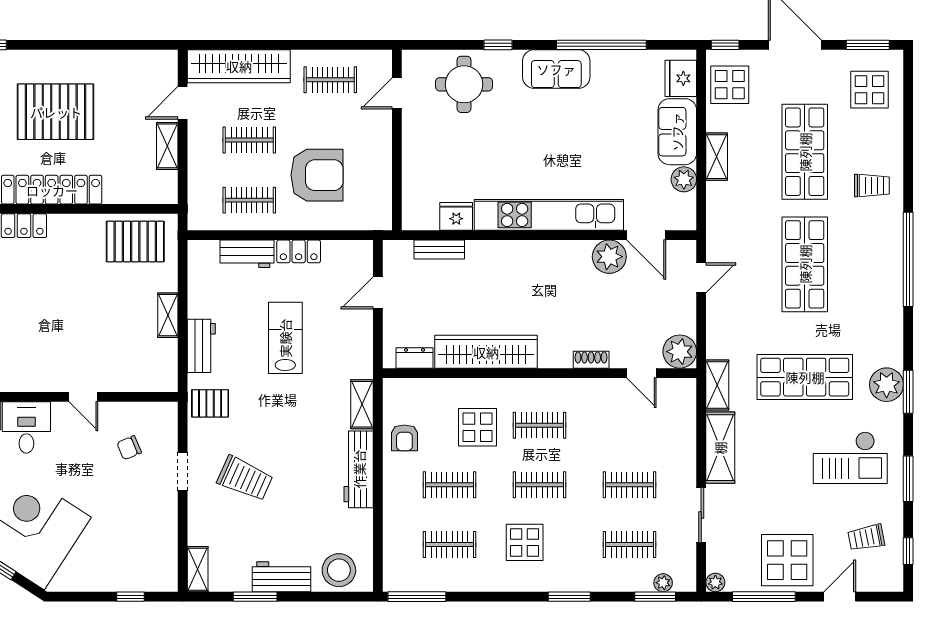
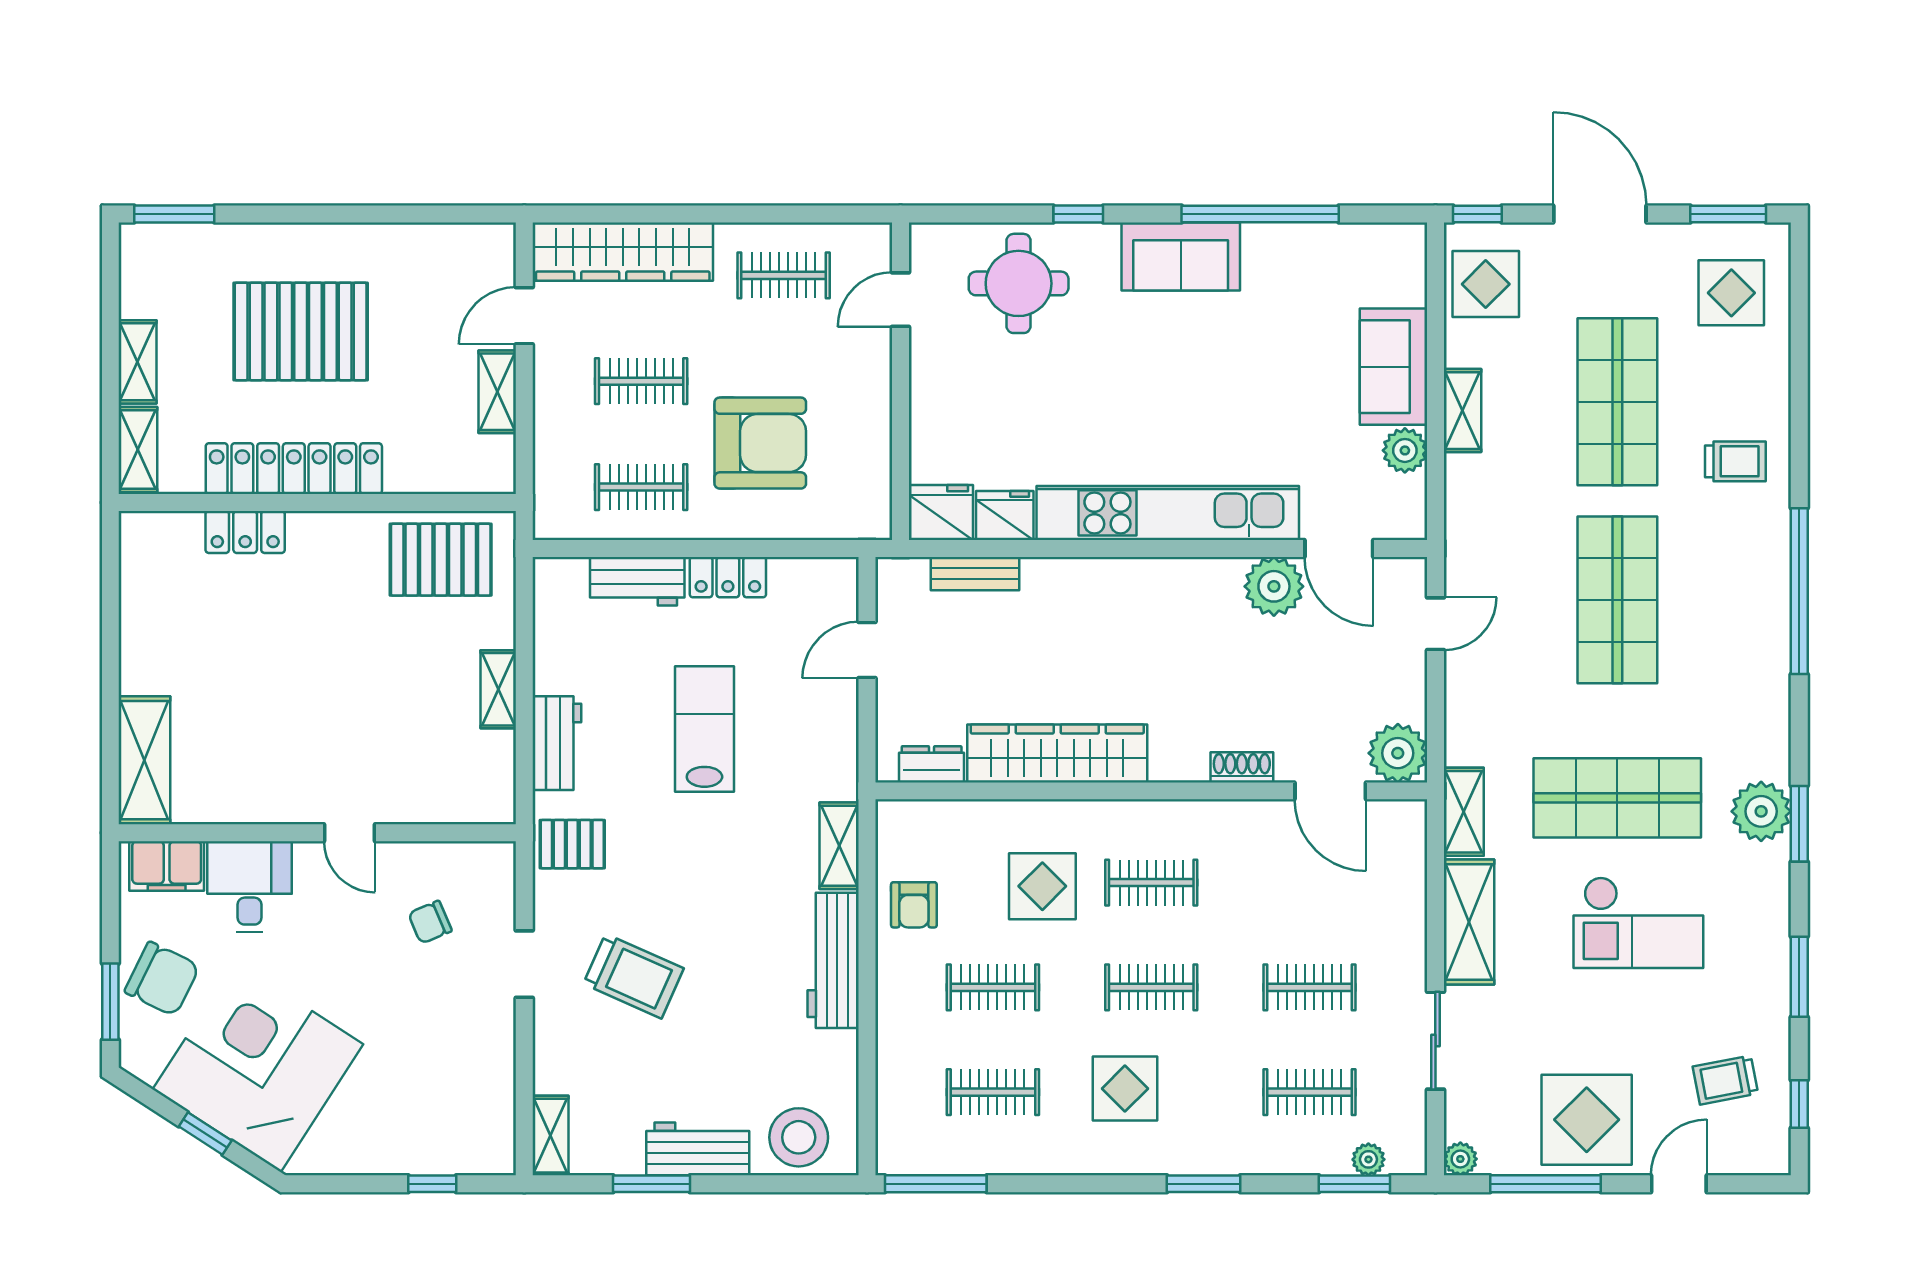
fridge: (681, 78) -> (941, 512), moved, turned 90
door: (641, 373) -> (1330, 791), width x1.38
checkout: (850, 458) -> (1638, 923), moved

